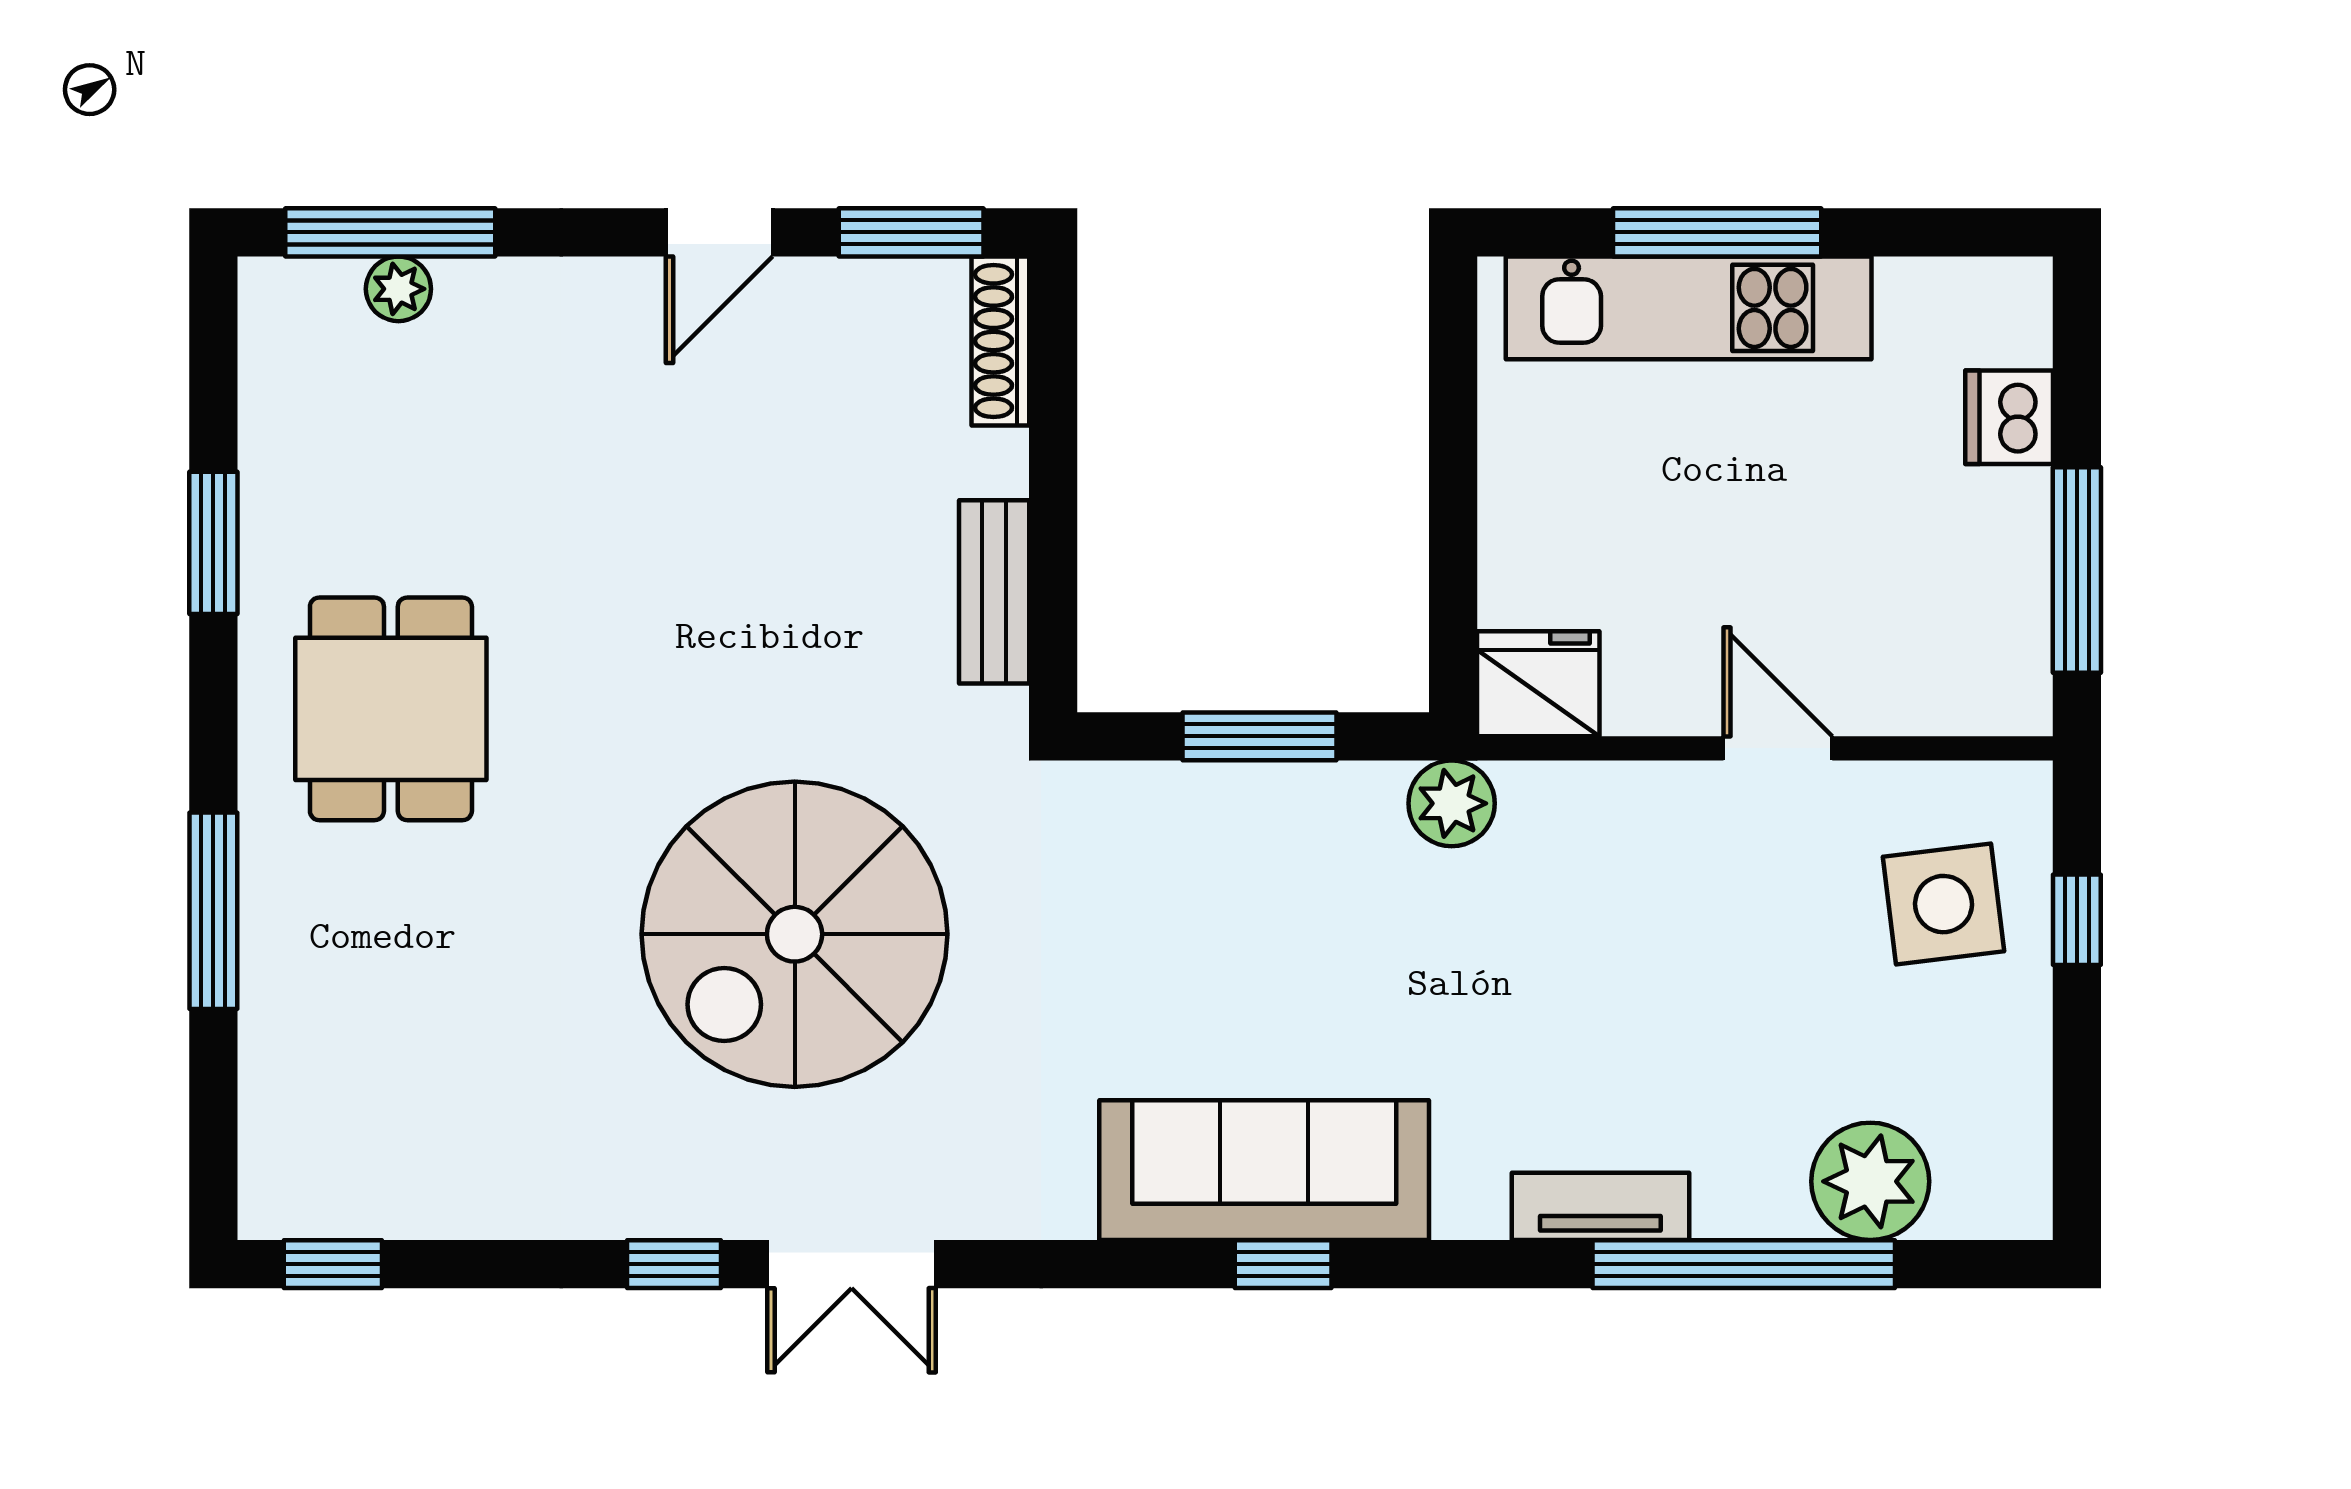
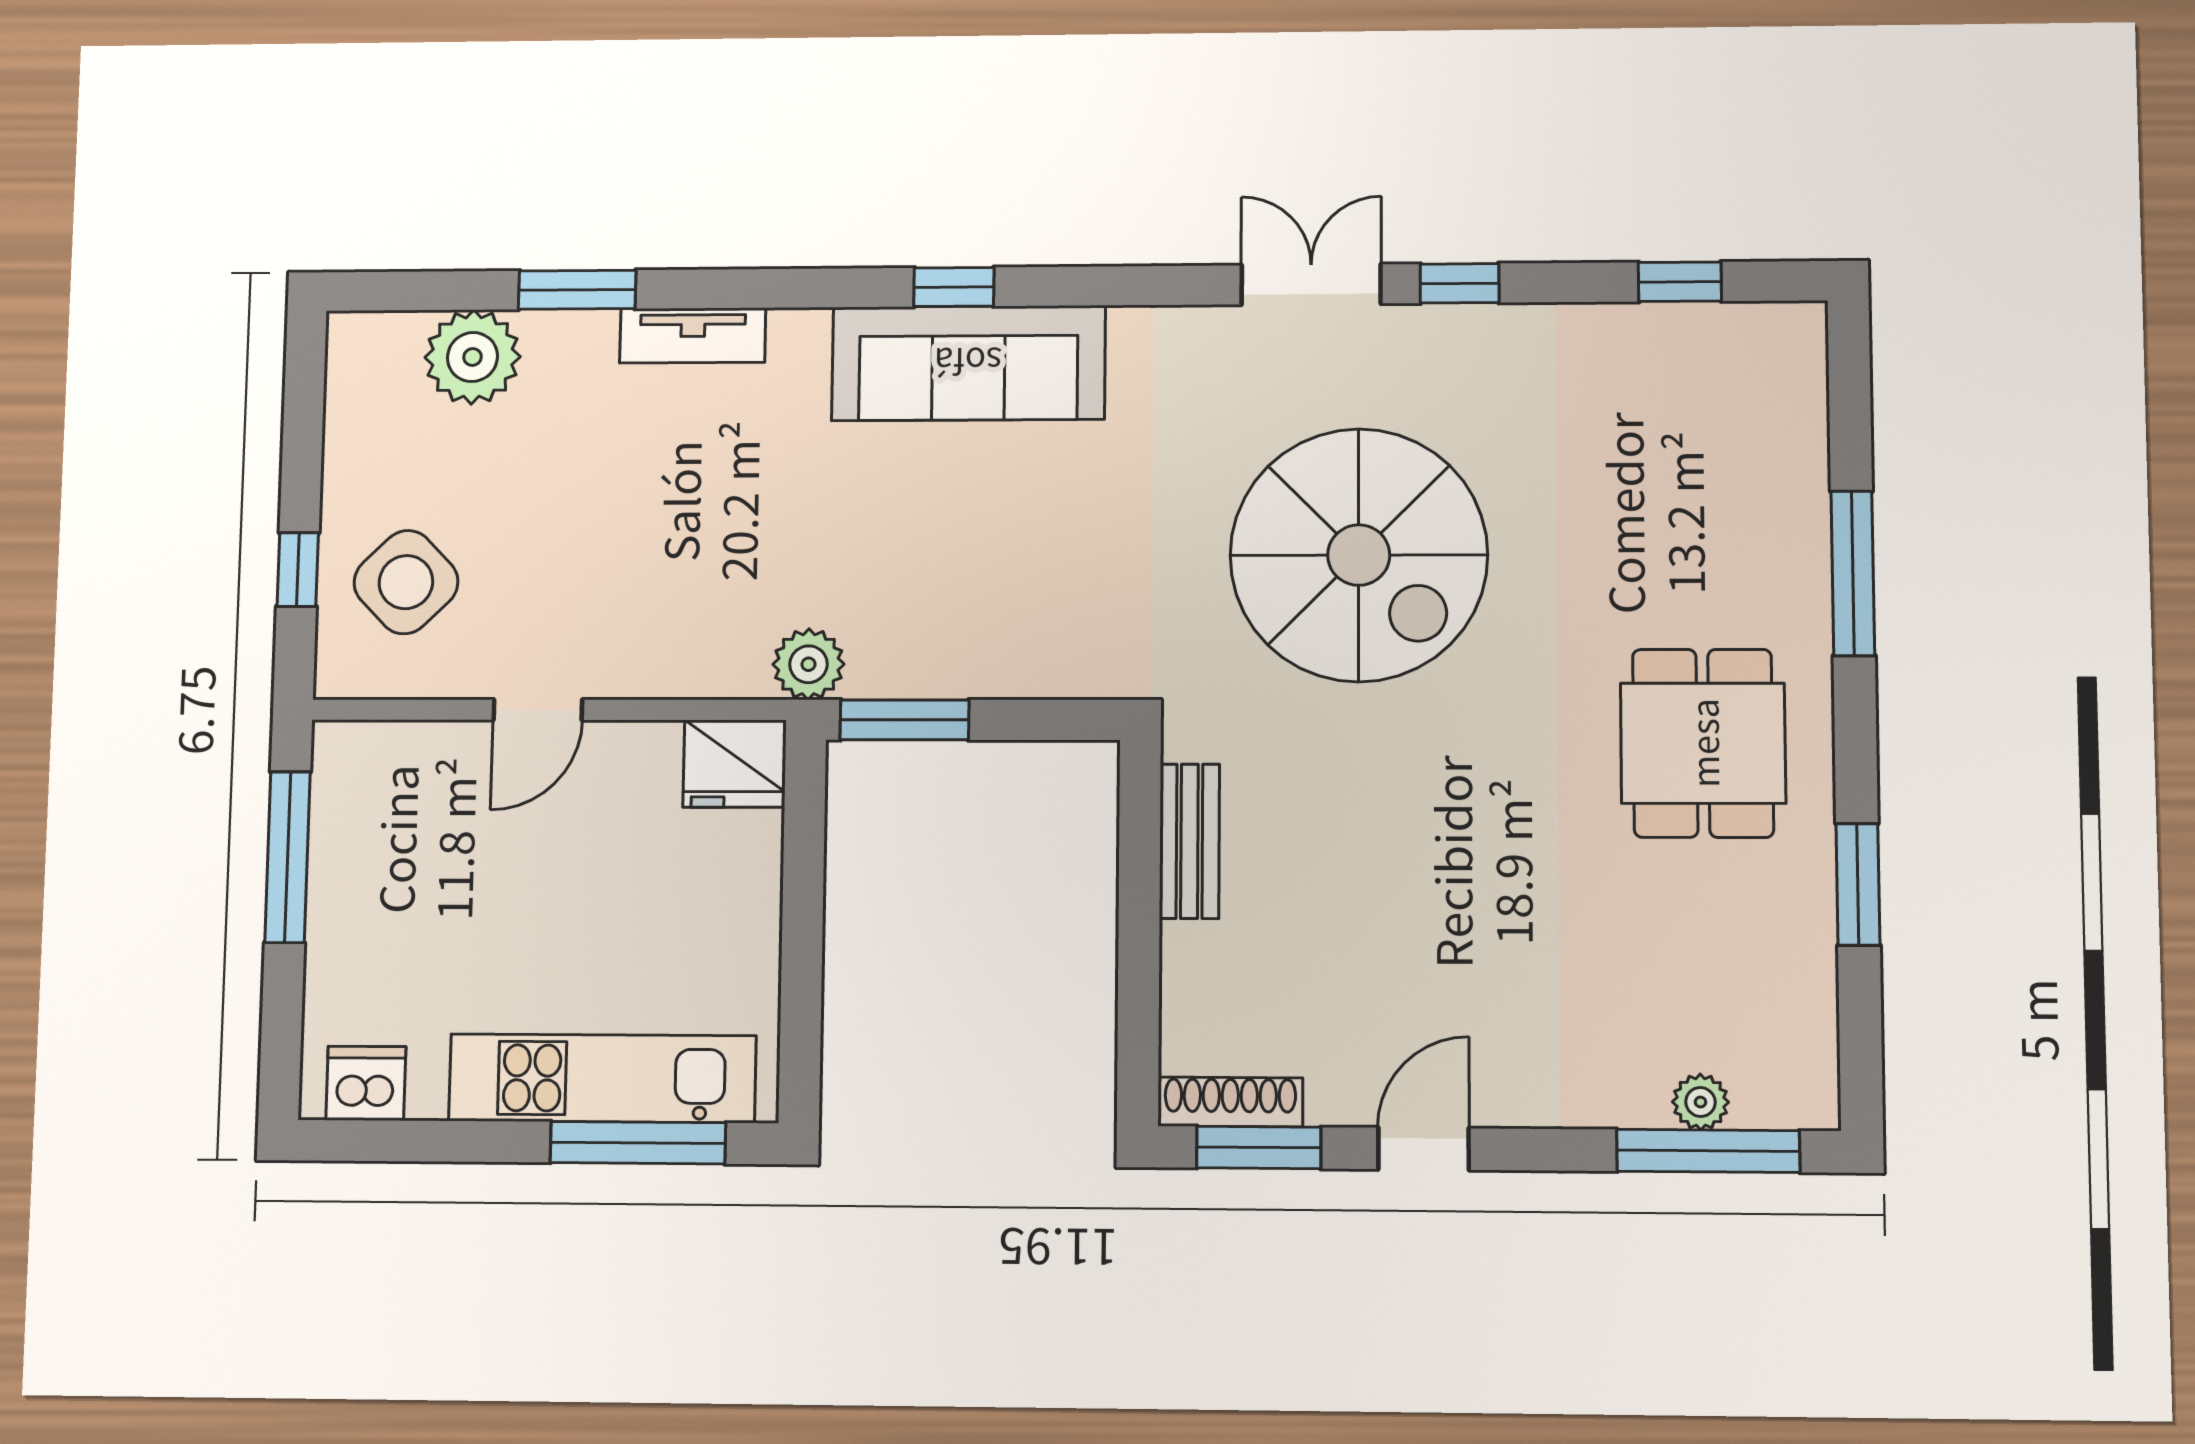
window: (1717, 232) -> (638, 1143), moved
shoe rack: (1000, 341) -> (1230, 1102), moved, turned -90
dishwasher: (2009, 417) -> (366, 1083), moved, turned -90
window: (1259, 736) -> (905, 720), moved
door: (1778, 748) -> (538, 710), hinge flipped
side table: (1944, 904) -> (406, 582), turned -37
spiral stairs: (795, 934) -> (1359, 555), turned 90
window: (333, 1264) -> (1680, 282), moved
window: (1744, 1264) -> (577, 290), width x0.47

